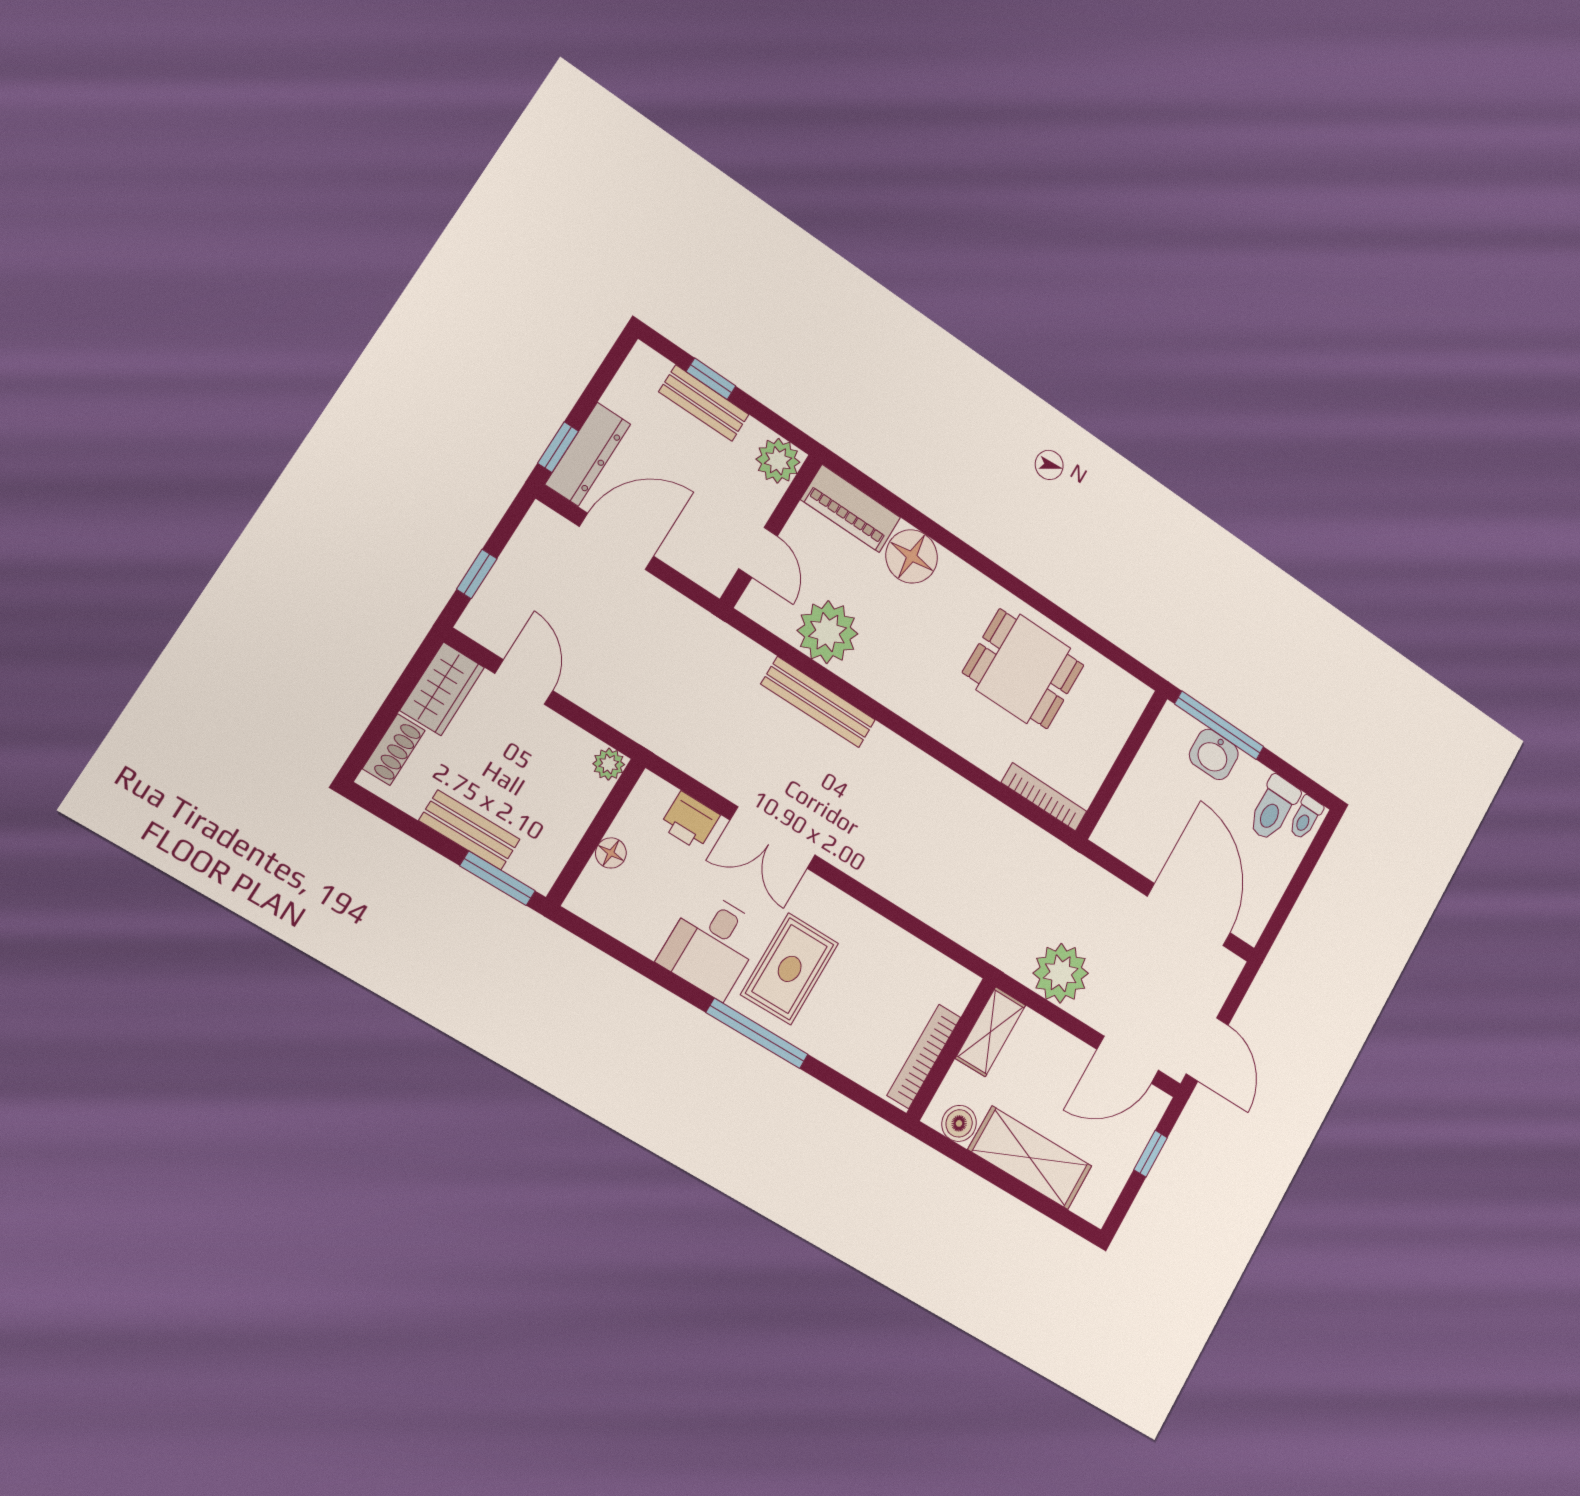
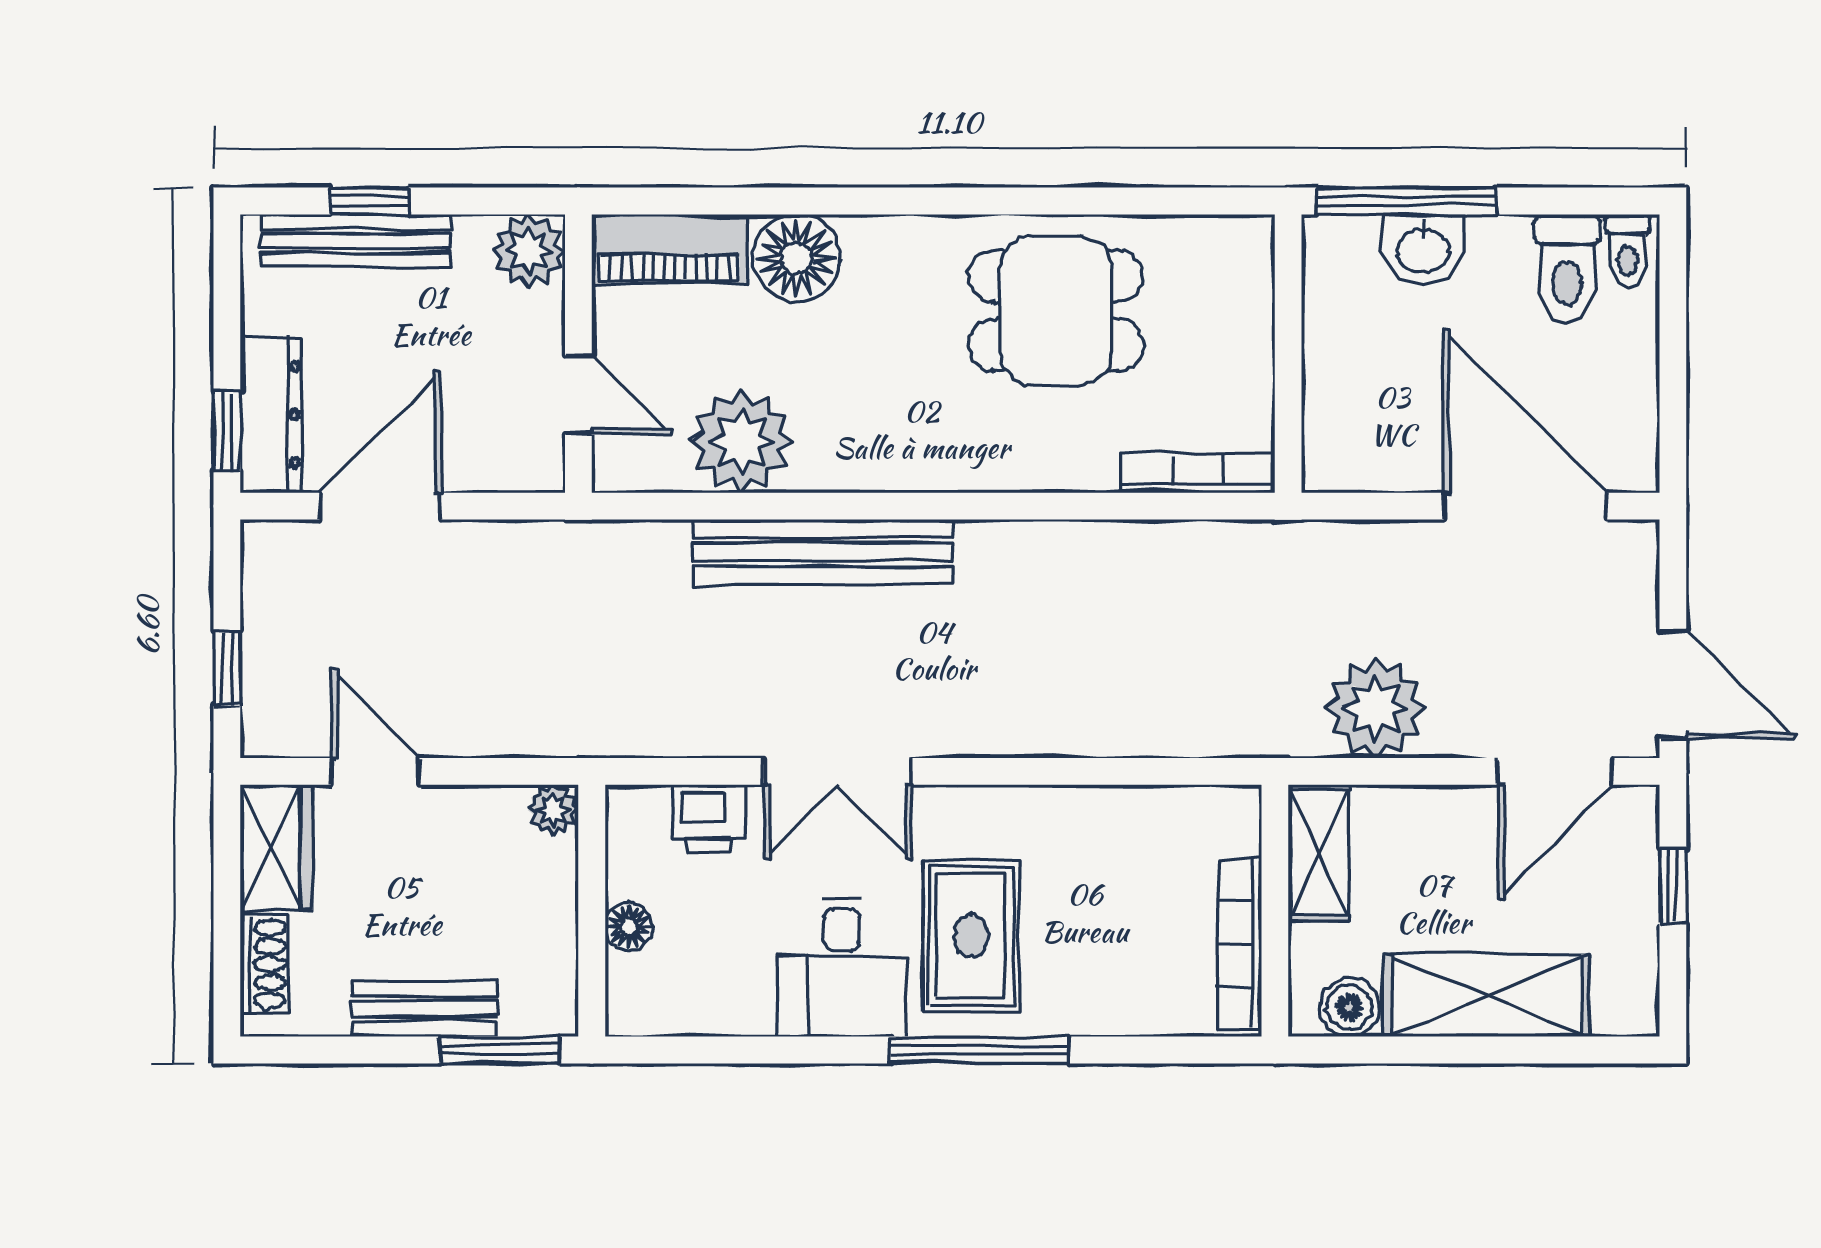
bench: (704, 403) -> (355, 241), width x1.36
bench: (818, 702) -> (823, 552), width x1.37, depth x1.21

